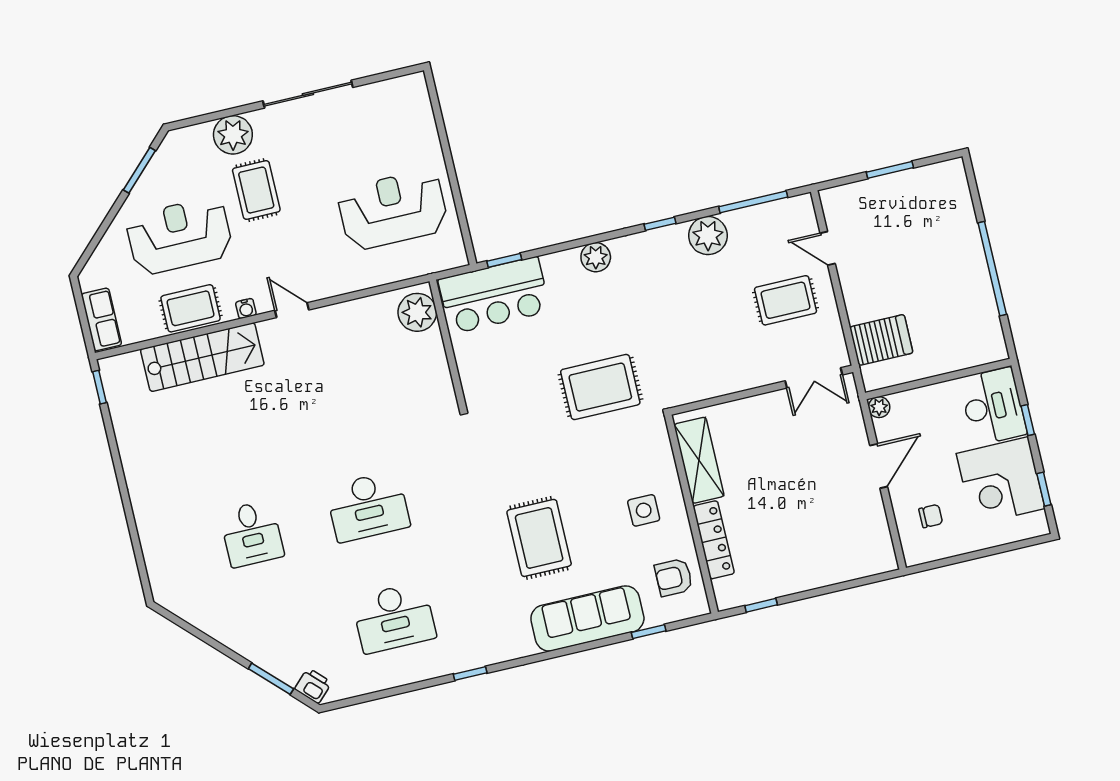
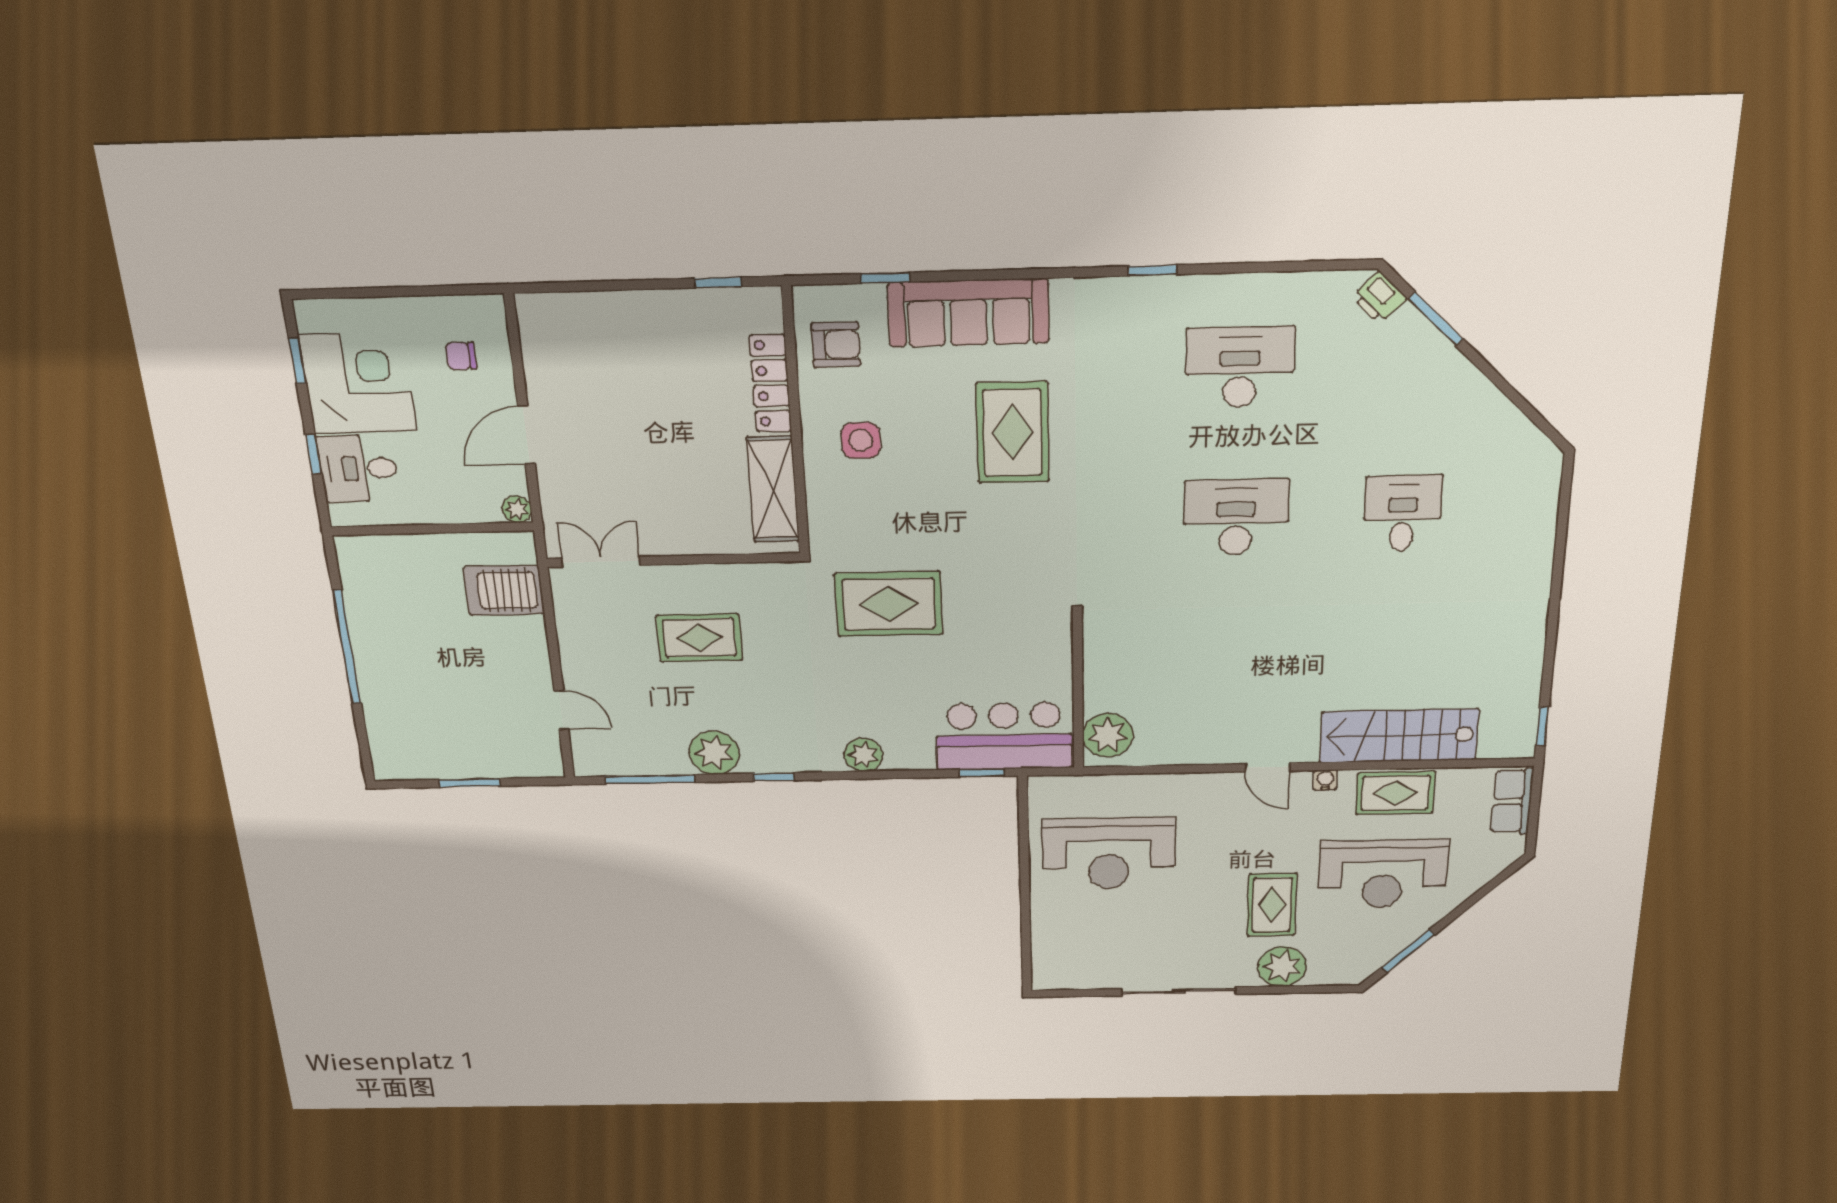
rug: (786, 300) -> (699, 638), moved
desk: (993, 406) -> (358, 469), width x0.73

